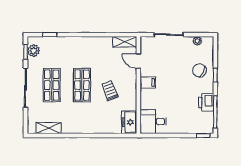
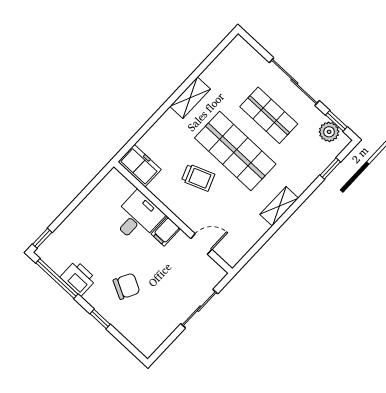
plant: (197, 41) -> (160, 335), removed
shelving: (125, 42) -> (279, 206), moved
chair: (199, 70) -> (127, 286), moved
shop shelf: (82, 85) -> (235, 151), width x1.43, depth x1.36
desk: (153, 122) -> (138, 217), moved
shelving: (49, 128) -> (190, 98), moved

